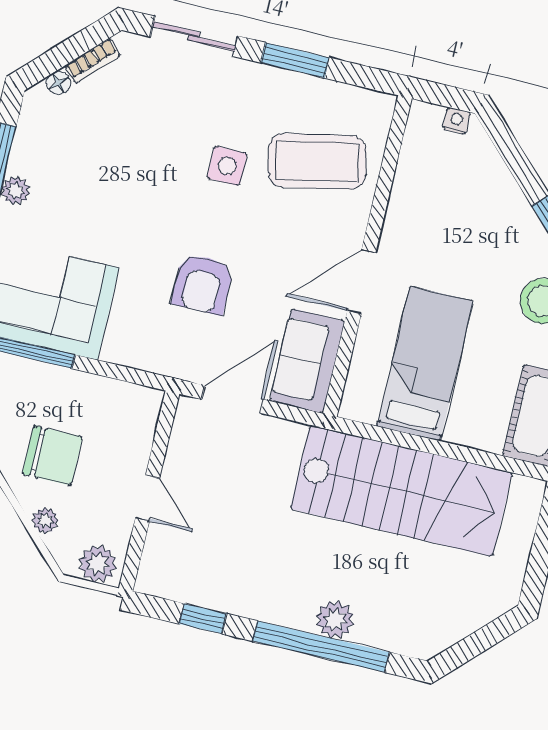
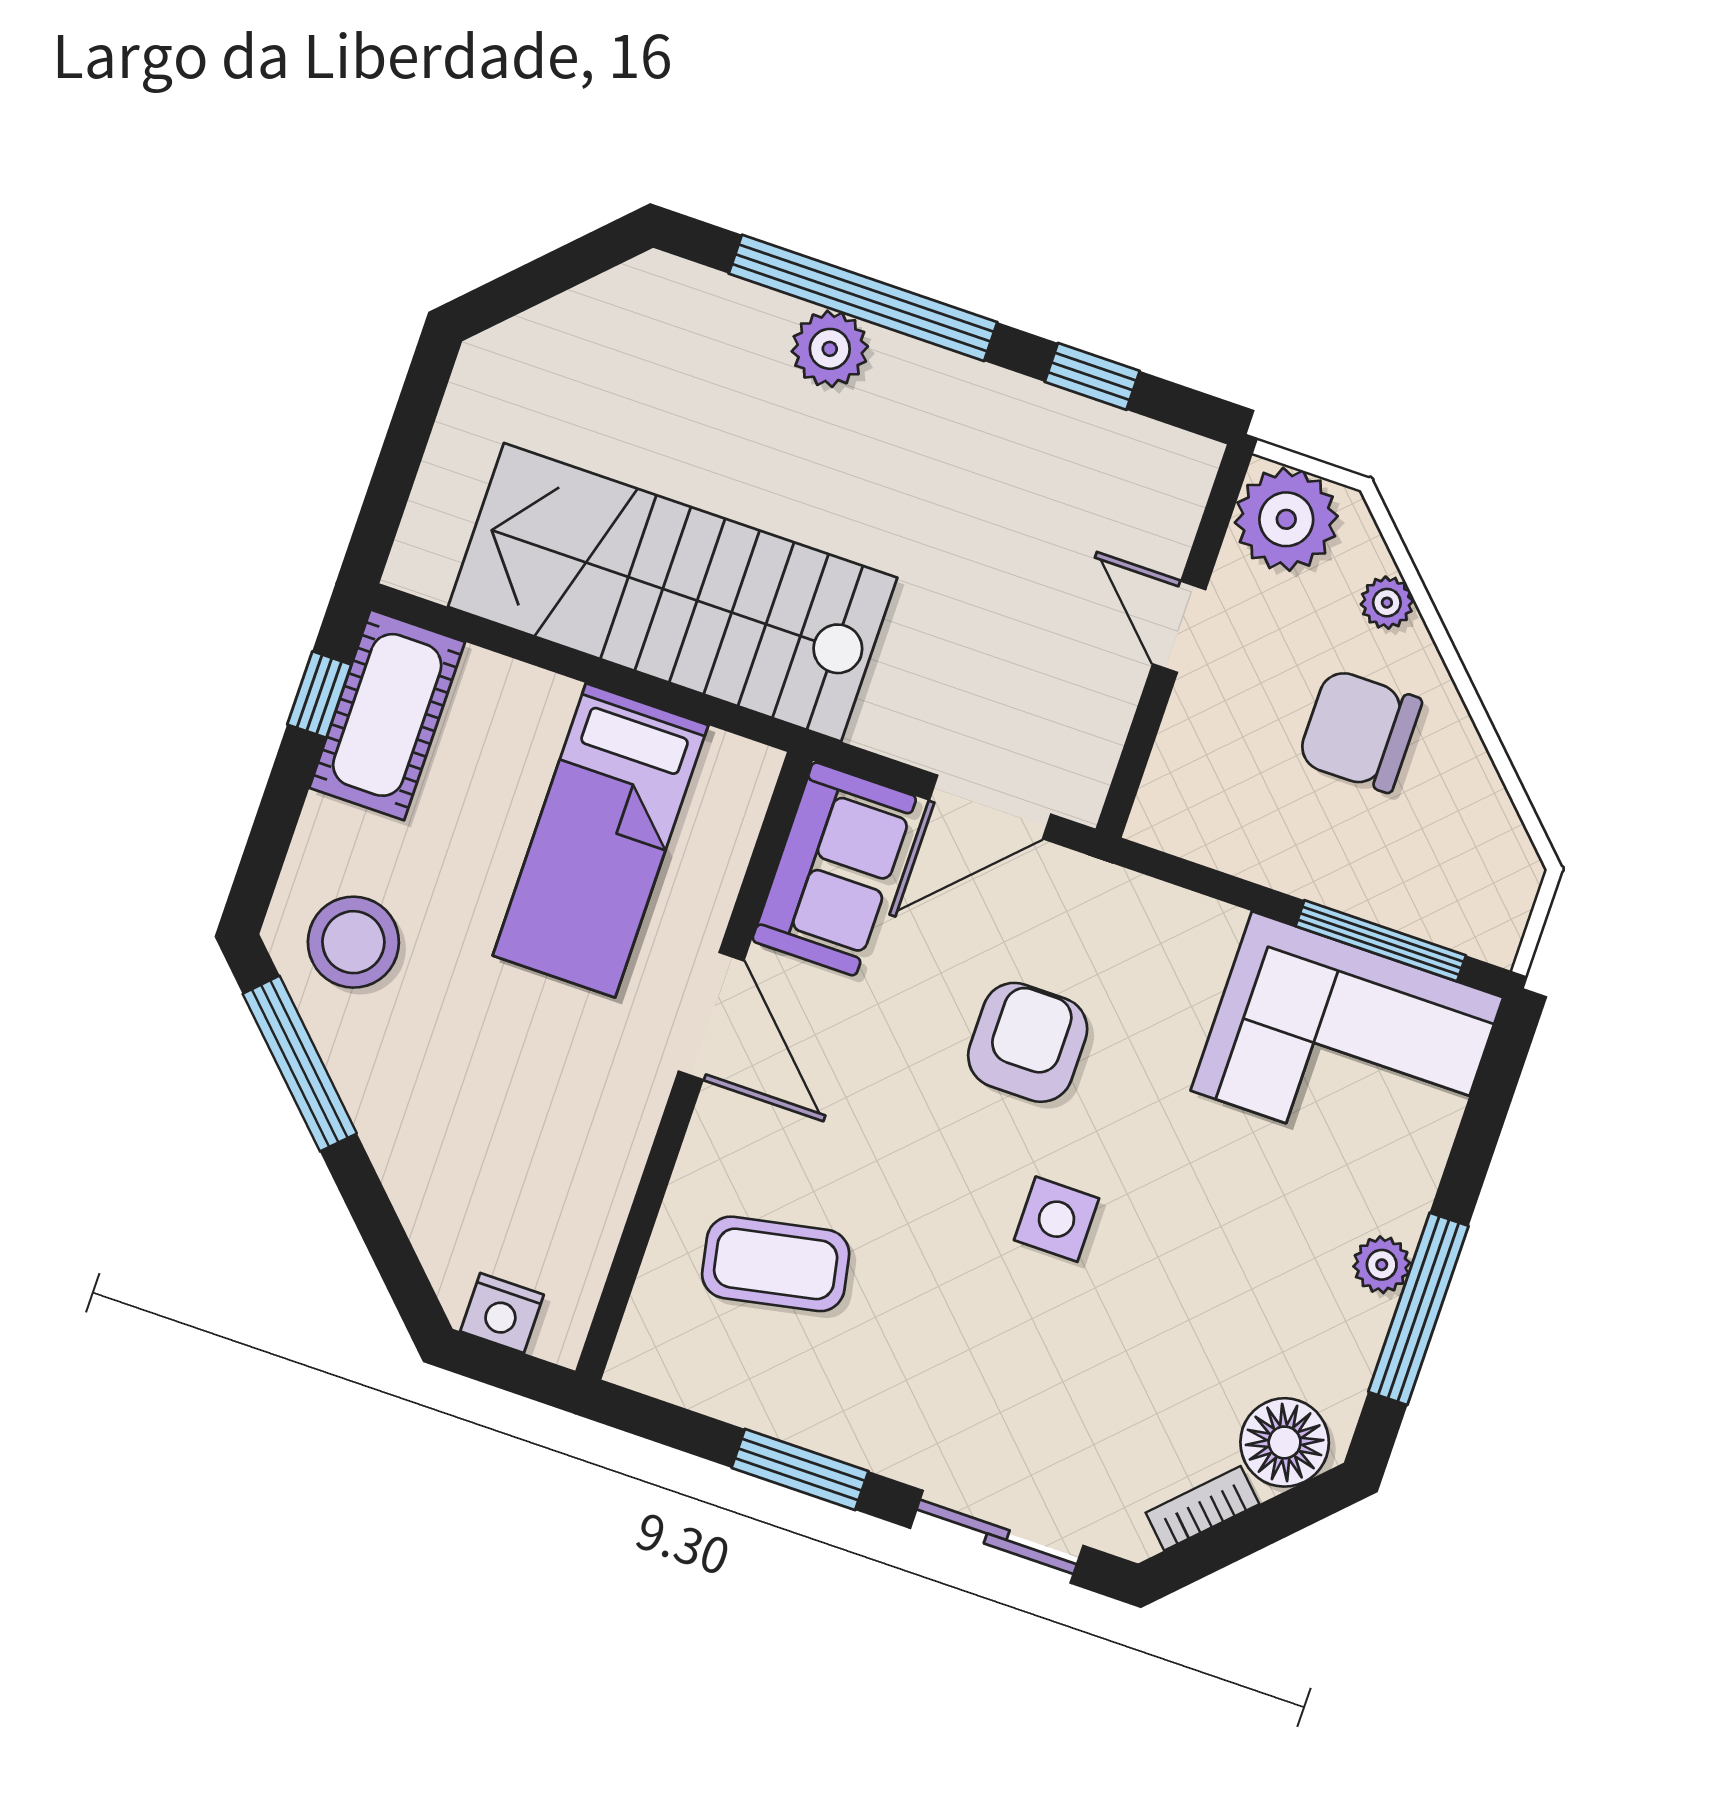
floor lamp: (58, 83) -> (1285, 1442), width x1.89, depth x1.89
nightstand: (457, 121) -> (502, 1313), width x1.39, depth x1.35
coffee table: (317, 161) -> (776, 1264), width x0.73, depth x0.76
side table: (227, 166) -> (1057, 1219), moved
door: (361, 282) -> (711, 1016), hinge flipped
plant: (98, 564) -> (1286, 519), width x1.36, depth x1.36

